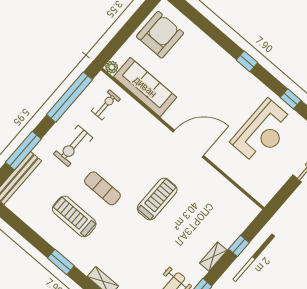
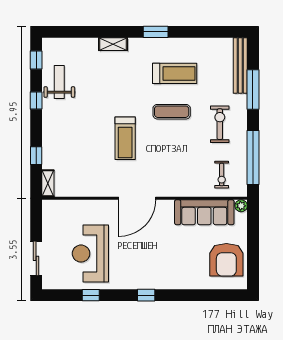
shelving: (213, 257) -> (48, 183), moved

